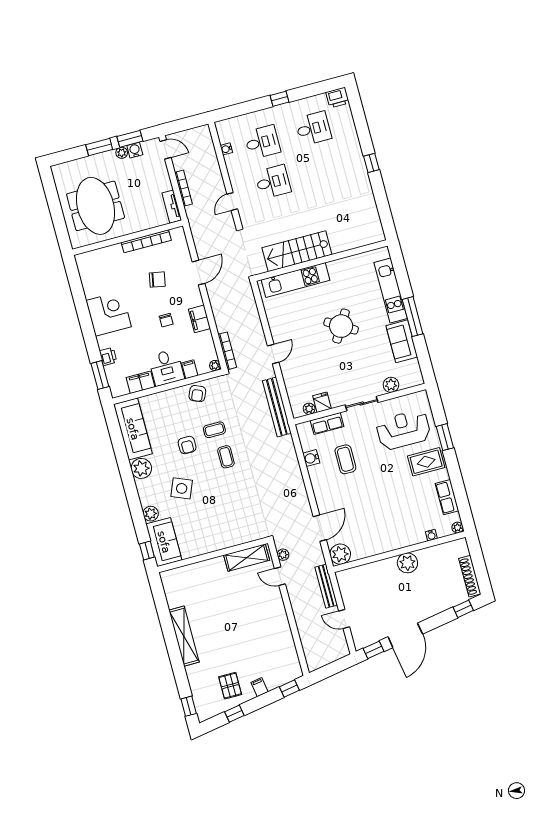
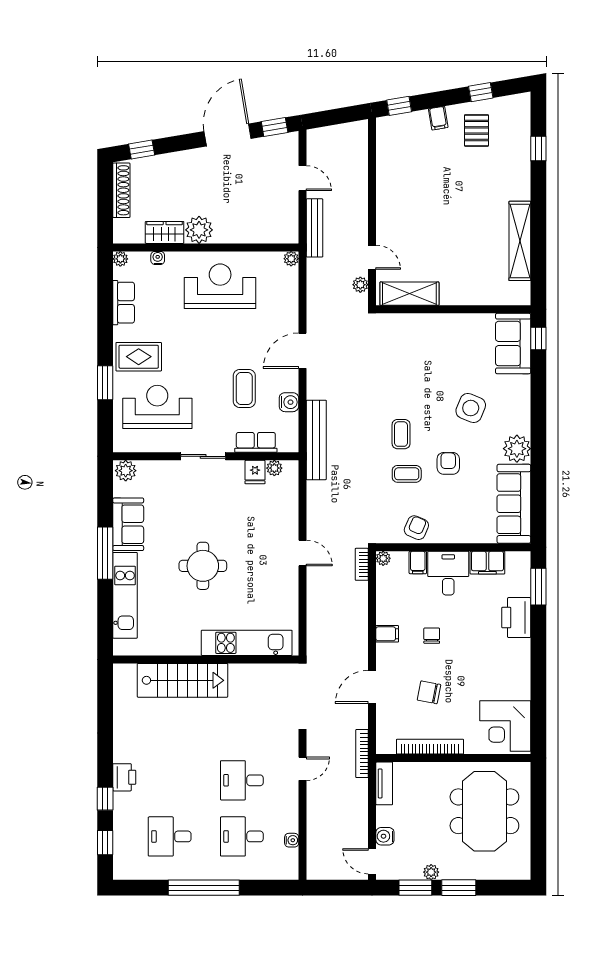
printer: (338, 98) -> (124, 777), moved, turned 90
window: (280, 99) -> (204, 888), width x3.17
window: (358, 112) -> (105, 843), added
water cooler: (135, 150) -> (385, 836), moved, turned 90
window: (371, 163) -> (105, 799), moved
bookcase: (184, 188) -> (362, 754), moved
stairs: (297, 251) -> (182, 680), moved
corner desk: (109, 314) -> (505, 726), moved
filing cabinet: (199, 319) -> (387, 634), width x0.50
round table: (341, 326) -> (203, 566), turned -31
bookcase: (227, 351) -> (362, 564), width x0.64
door: (273, 354) -> (302, 553), swing flipped
printer: (108, 356) -> (516, 618), width x1.87, depth x1.48
plant: (391, 385) -> (126, 471), moved
bench: (277, 407) -> (316, 440), moved
reception desk: (403, 430) -> (157, 407), turned 180
plant: (151, 514) -> (520, 386), removed
reception desk: (382, 527) -> (220, 286), added
door: (320, 528) -> (302, 351), moved
plant: (340, 554) -> (291, 259), width x0.53, depth x0.53
wardrobe: (431, 555) -> (165, 232), added
shelving: (184, 636) -> (520, 241), moved
window: (189, 706) -> (538, 148), moved

